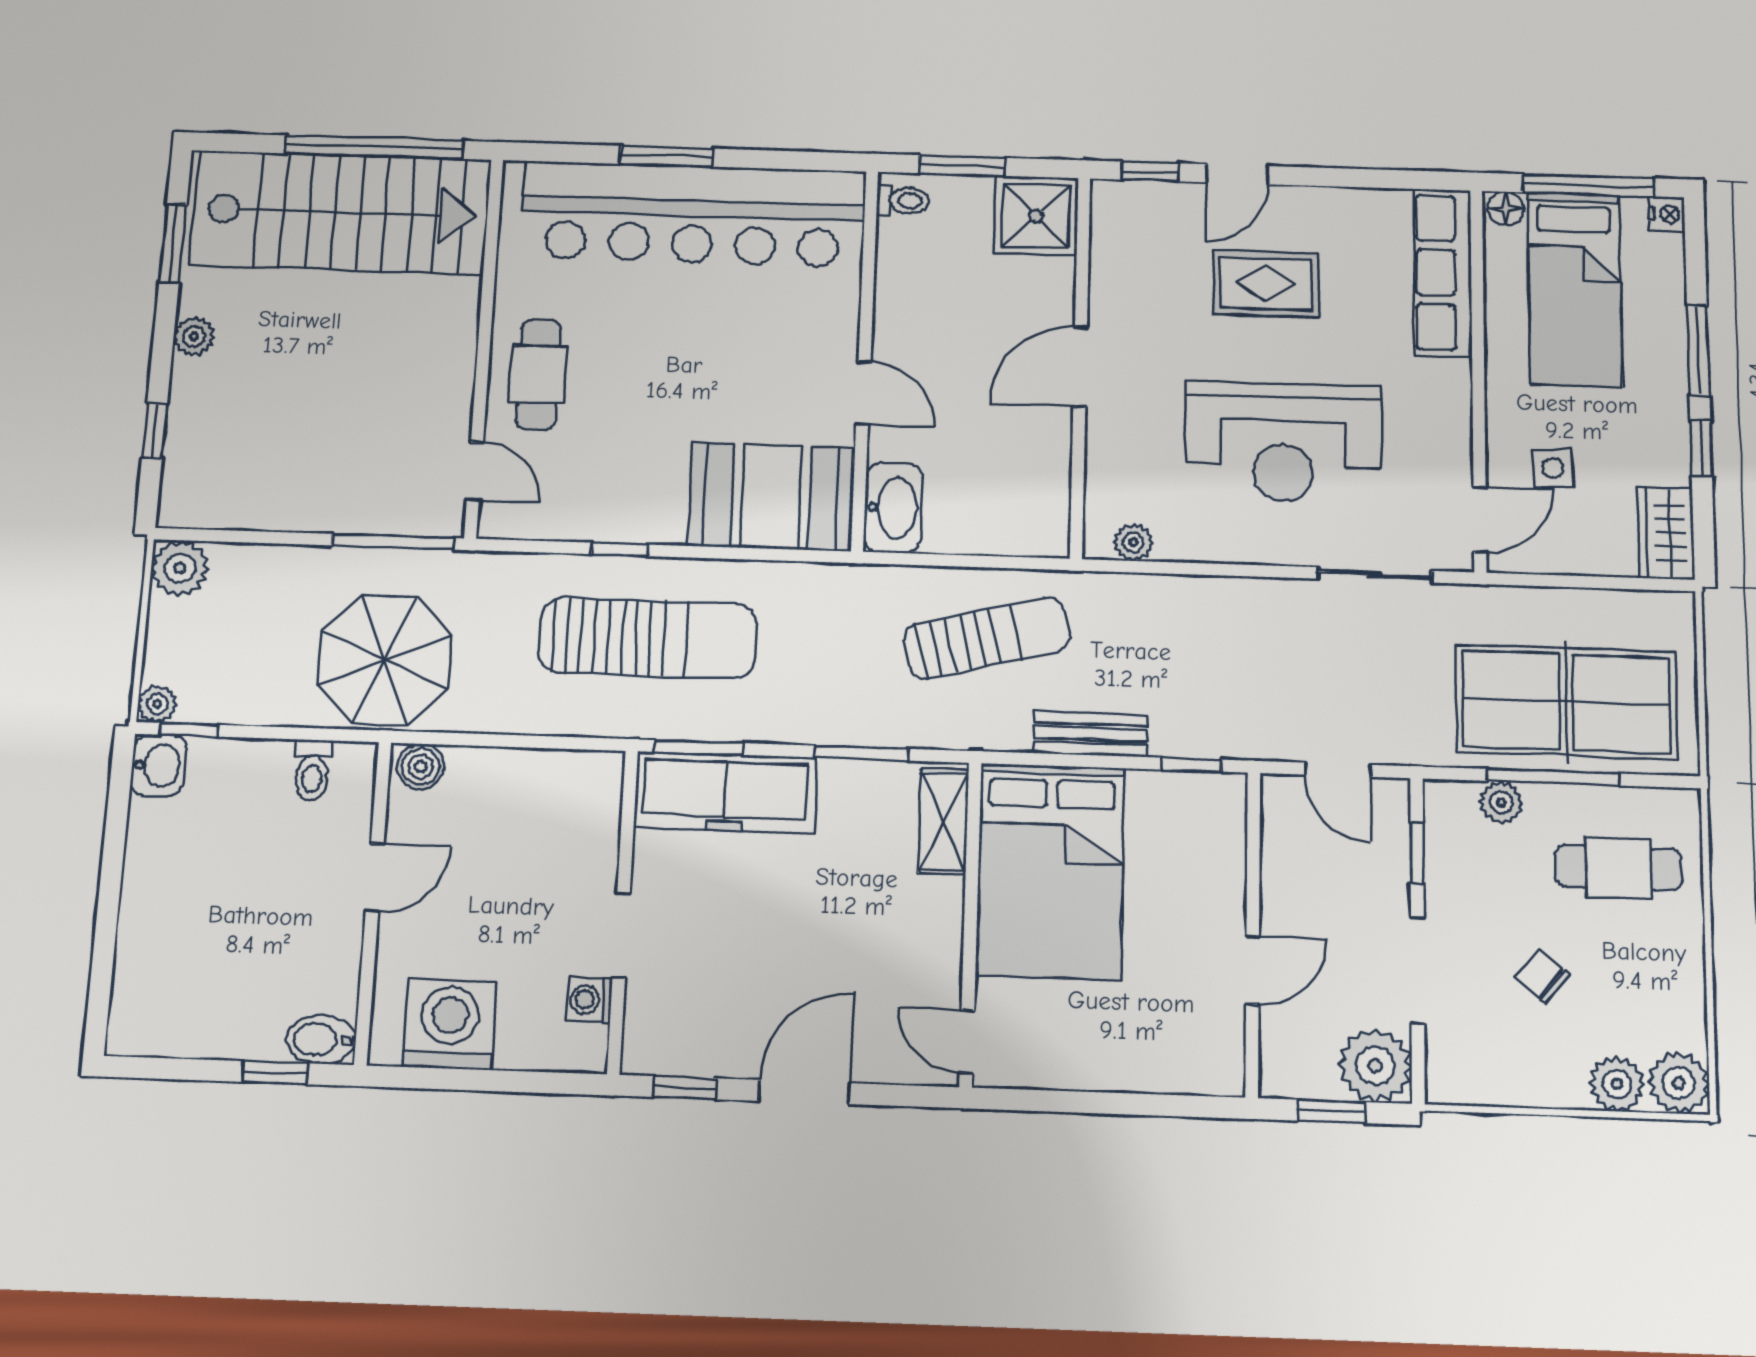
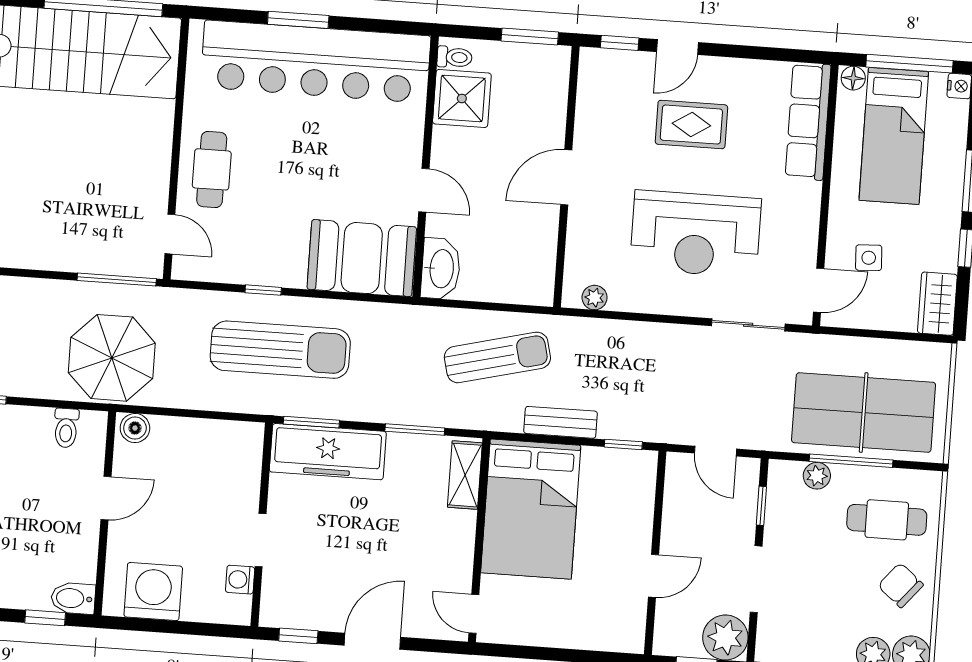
window: (962, 166) -> (530, 36), moved
shower: (1036, 216) -> (462, 98), moved
chair: (1542, 977) -> (901, 585), moved, width x1.37, depth x1.37

